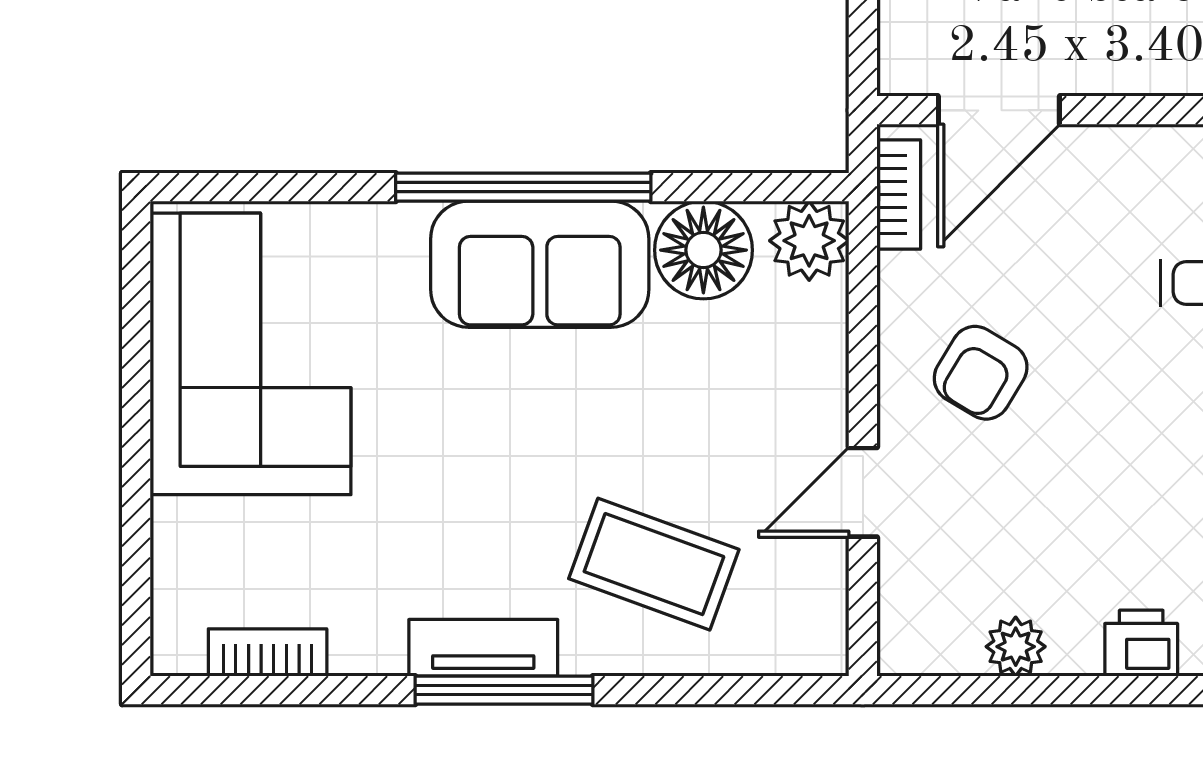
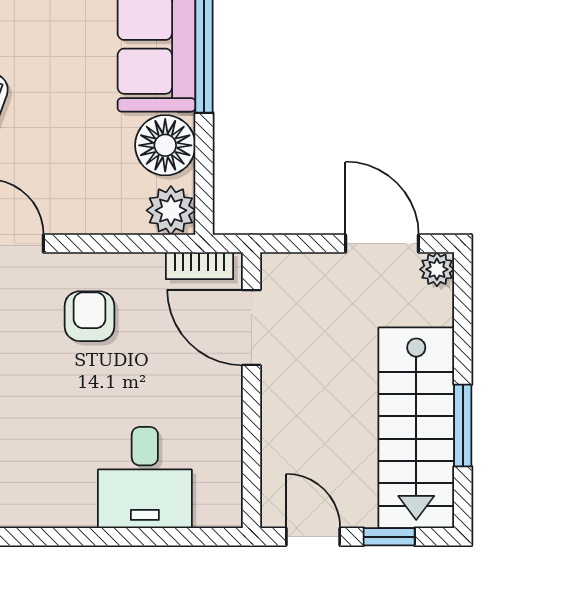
armchair: (981, 373) -> (90, 316), turned 59

